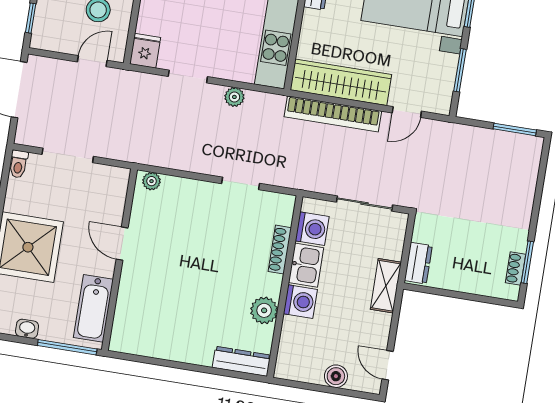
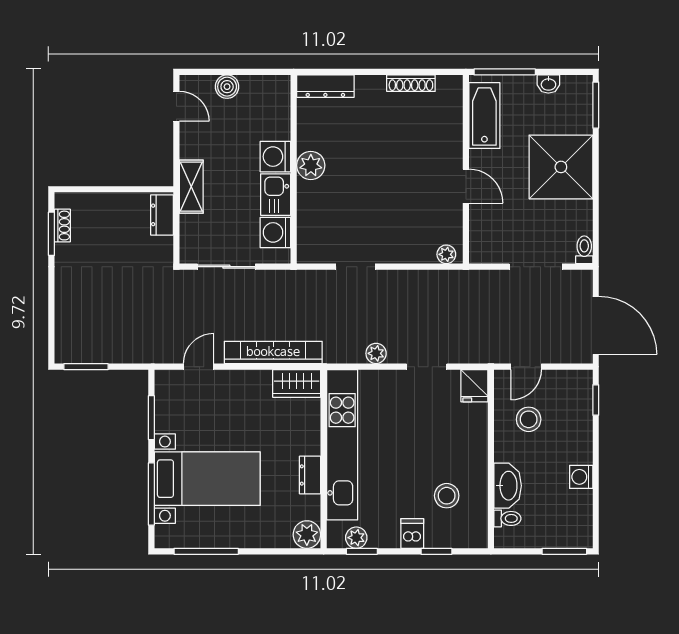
wardrobe: (341, 82) -> (297, 383), width x0.48, depth x0.85
shoe rack: (280, 250) -> (411, 83), moved, turned 90
plant: (264, 310) -> (311, 165), moved

